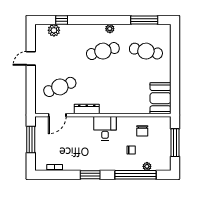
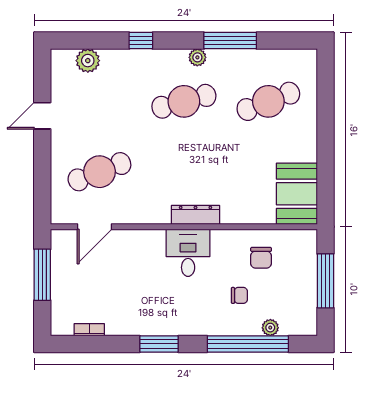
window: (62, 20) -> (141, 41), moved
window: (144, 20) -> (230, 41), moved
cafe table: (146, 51) -> (268, 101), turned -33
dresser: (87, 109) -> (195, 215), moved

